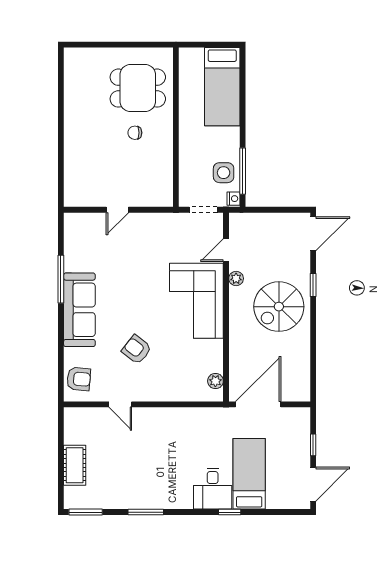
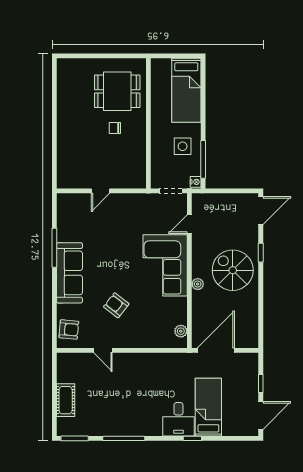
side table: (224, 173) -> (183, 146), moved
plant: (236, 278) -> (198, 284), moved
spiral stairs: (279, 307) -> (233, 270), turned 90
window: (146, 512) -> (124, 438), width x1.44

